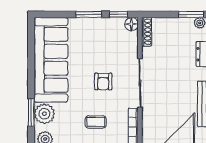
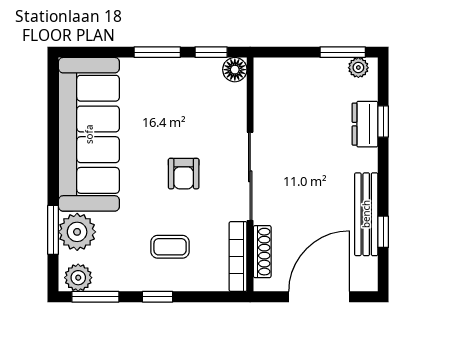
shoe rack: (147, 32) -> (262, 252), moved

